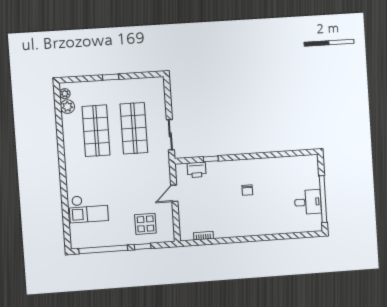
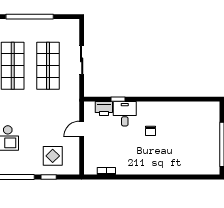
window: (111, 77) -> (30, 17), width x3.17
sliding door: (170, 135) -> (82, 60), moved
desk: (308, 202) -> (125, 114), moved, turned -90

